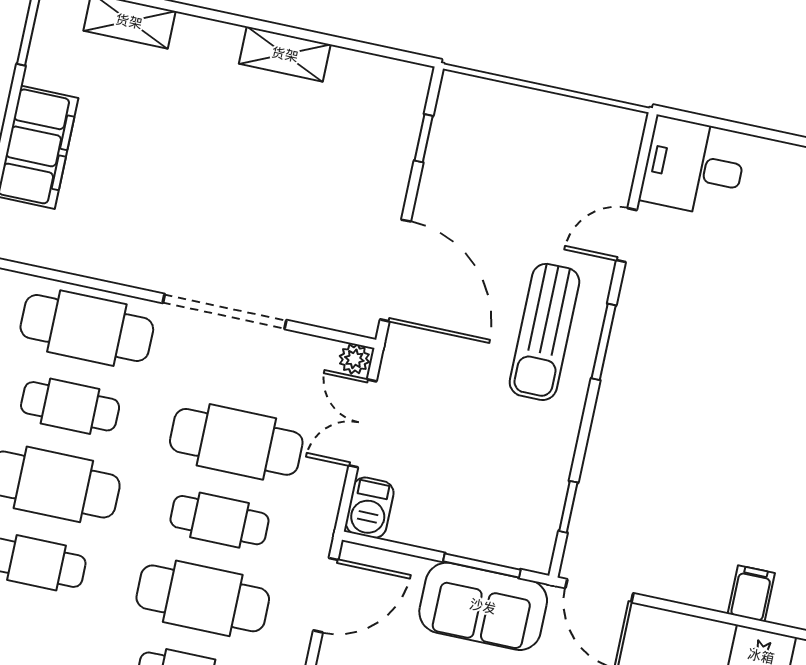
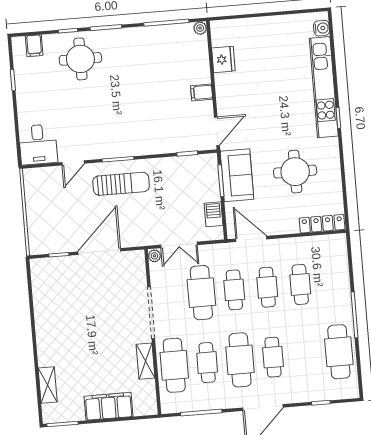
shelving: (285, 54) -> (146, 361), moved
door: (627, 235) -> (73, 163), hinge flipped
door: (395, 270) -> (99, 251), moved
barbecue: (370, 508) -> (213, 214), moved, turned -90
filing cabinet: (751, 594) -> (202, 92), moved
cafe table: (203, 598) -> (267, 287), width x0.73, depth x0.74

